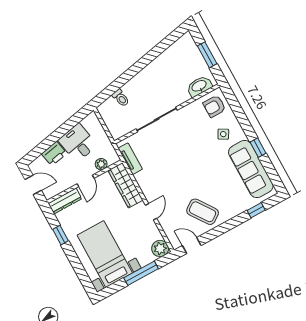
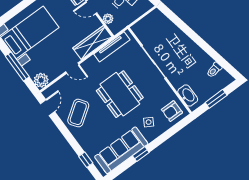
toilet: (121, 98) -> (214, 70), moved
armchair: (214, 106) -> (172, 111), turned -90
tv unit: (130, 159) -> (112, 47), width x1.41
dining table: (188, 162) -> (120, 94), added

